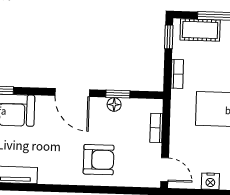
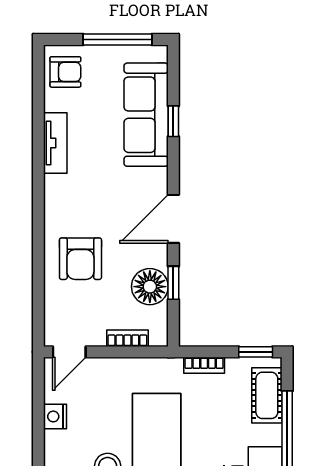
floor lamp: (114, 105) -> (150, 287), width x1.89, depth x1.89

